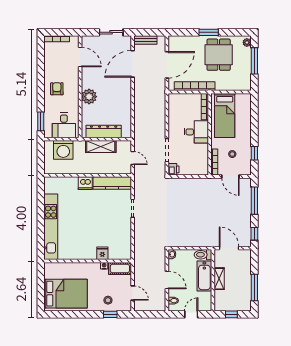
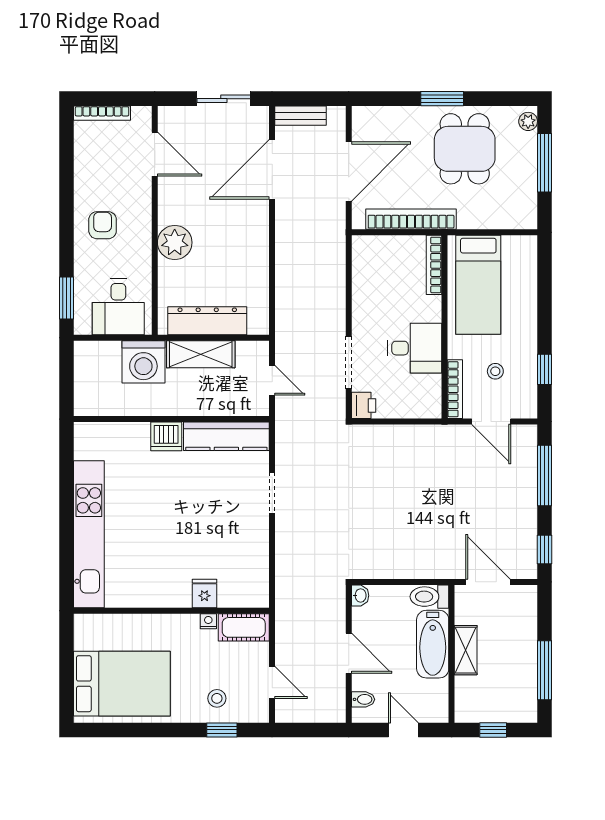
desk: (196, 132) -> (415, 348), moved
washing machine: (63, 150) -> (143, 362), moved
door: (191, 314) -> (403, 730), hinge flipped

